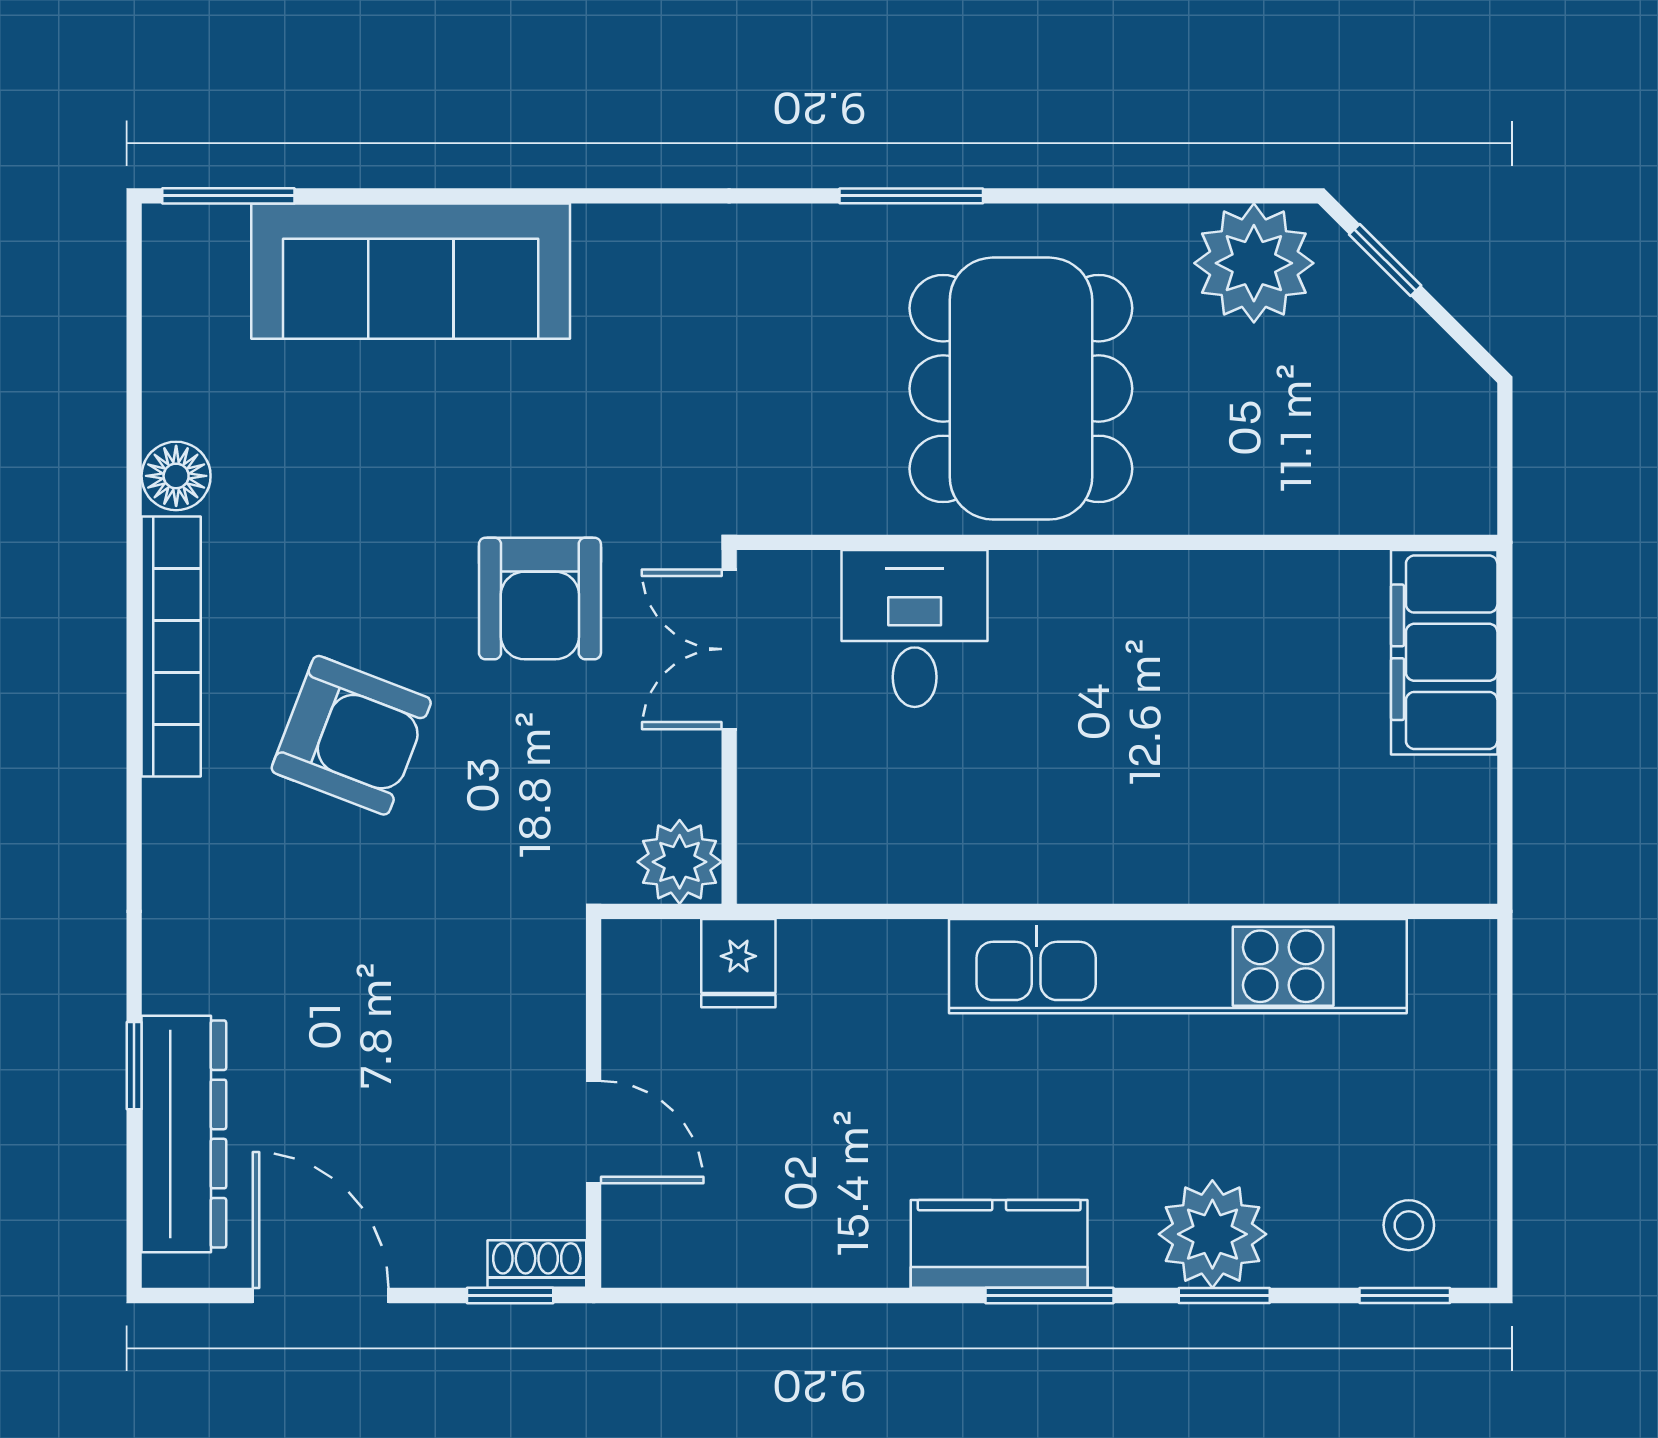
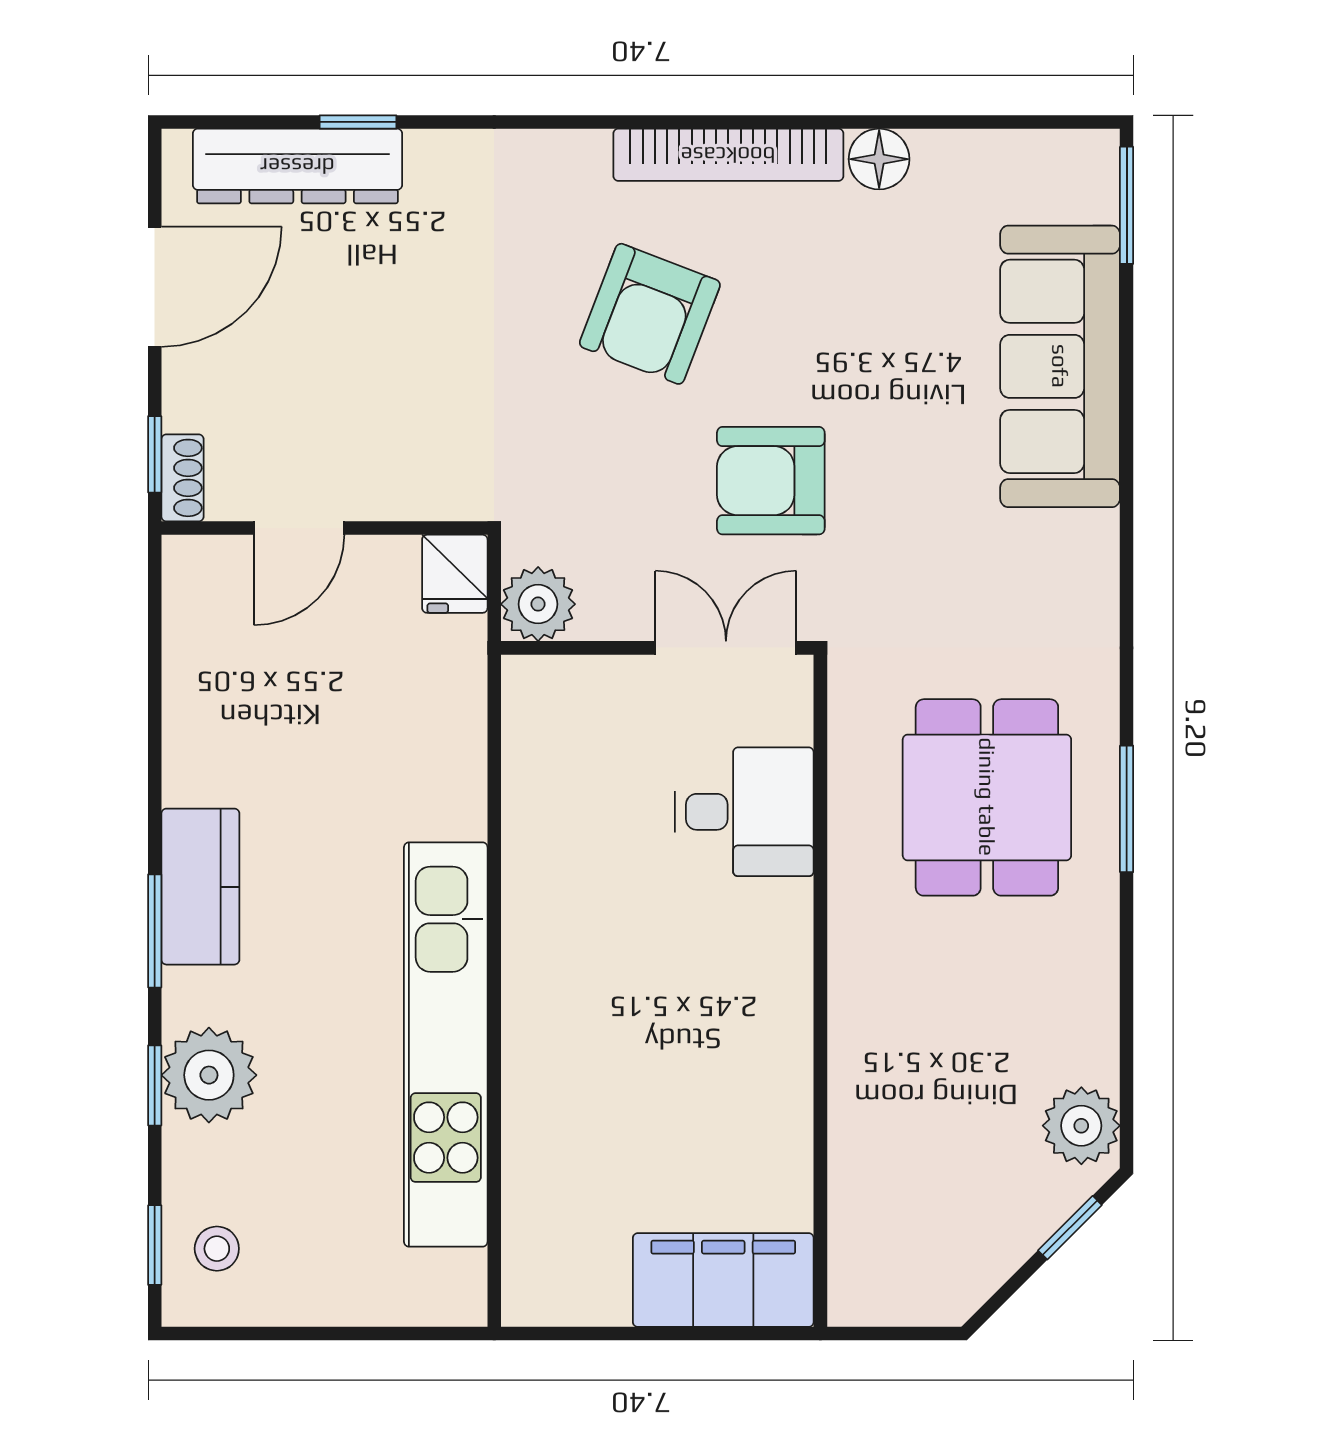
plant: (1254, 263) -> (1081, 1126), width x0.73, depth x0.73
dining table: (1021, 389) -> (987, 797), moved, width x0.73
fridge: (738, 963) -> (455, 574), moved, turned -90

